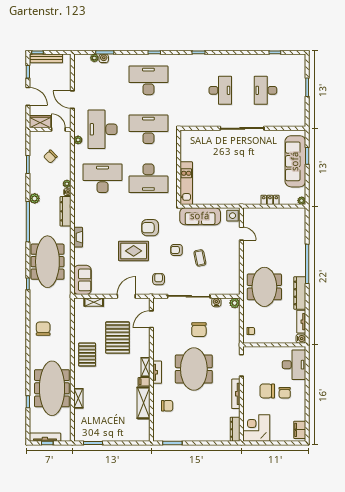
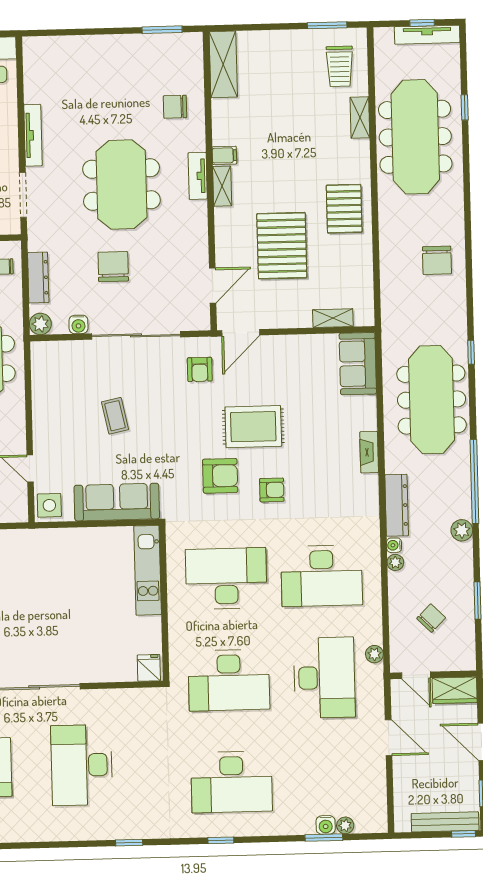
desk: (220, 90) -> (82, 765), width x1.36, depth x1.30
fridge: (187, 136) -> (149, 668), added
armchair: (177, 250) -> (272, 490), moved
door: (126, 296) -> (241, 333), moved
shelving: (143, 403) -> (223, 64), moved
trolley: (87, 423) -> (340, 66), added
dresser: (235, 429) -> (38, 278), moved

